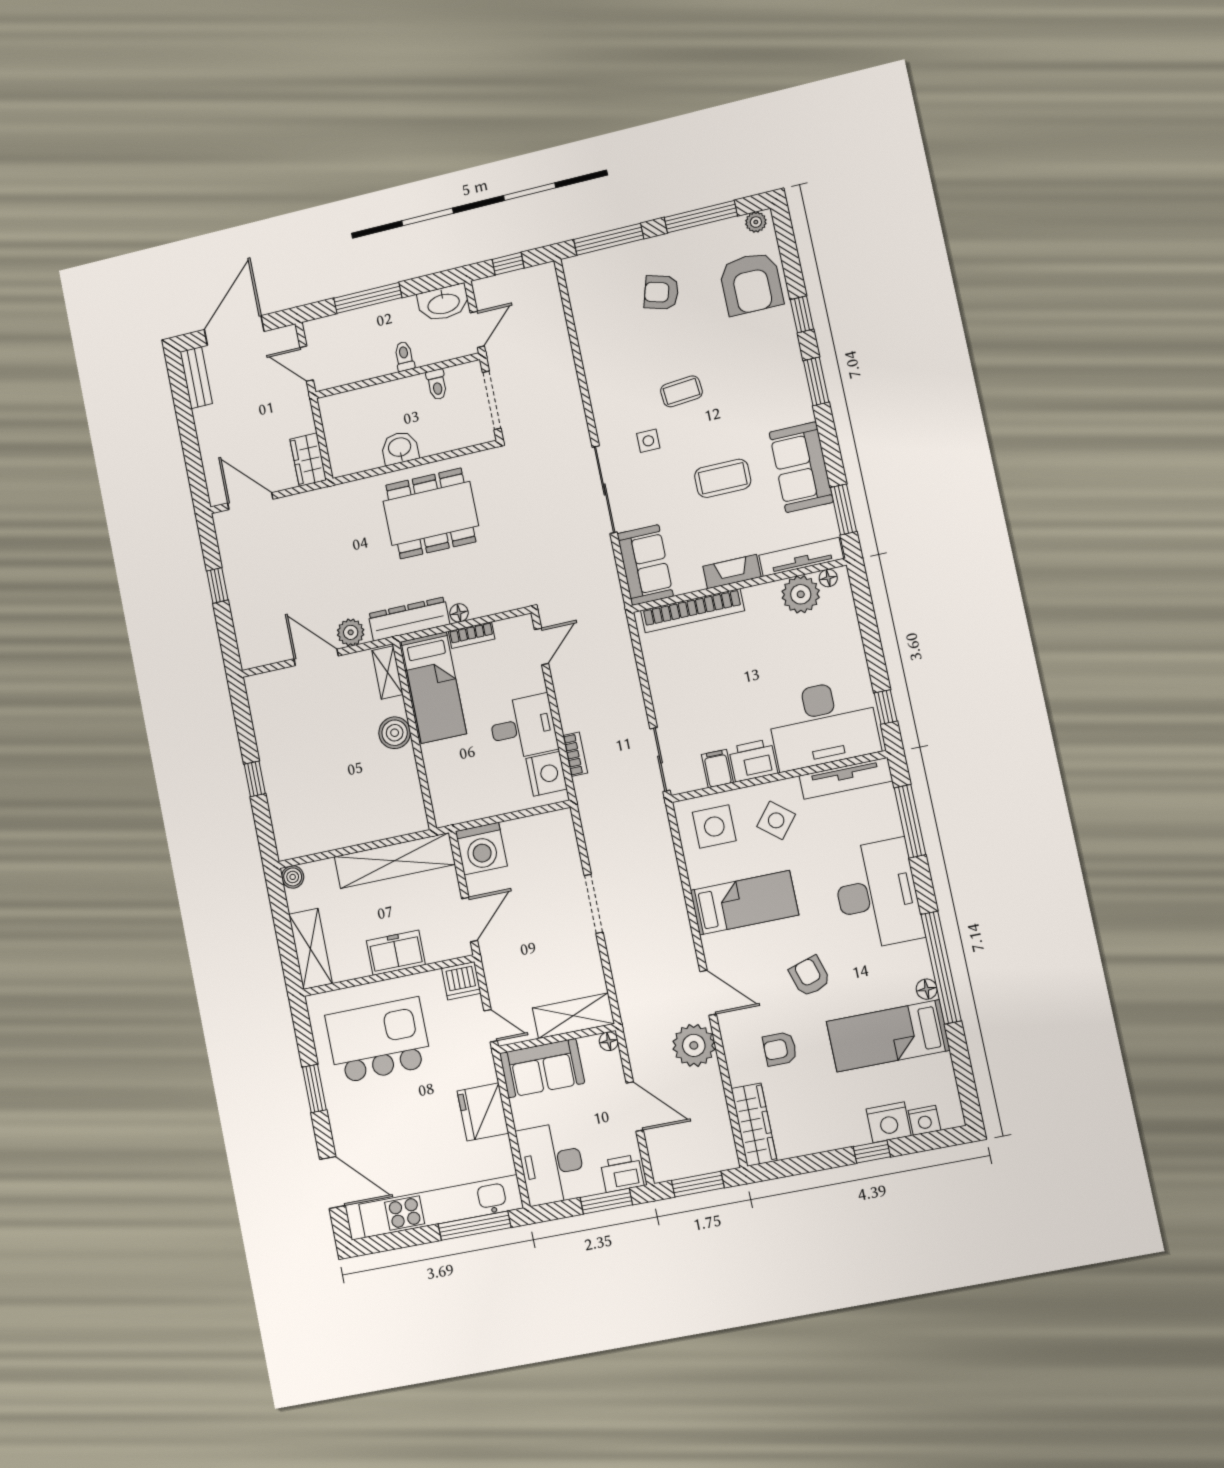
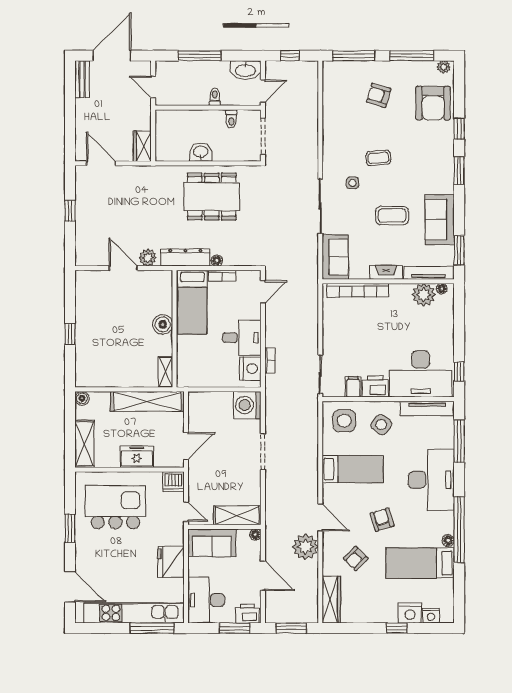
shelving: (387, 672) -> (166, 372), moved
washing machine: (481, 849) -> (247, 405), moved, turned 90
armchair: (780, 1049) -> (356, 558), turned -46

